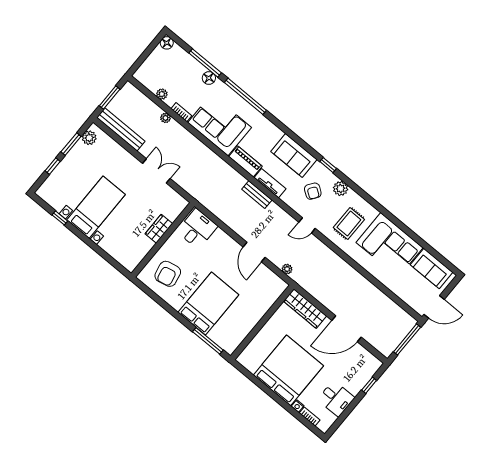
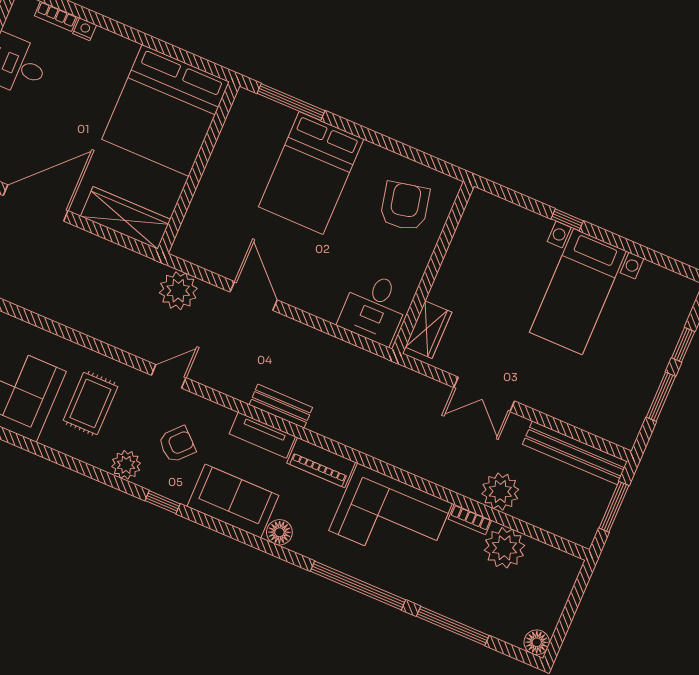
floor lamp: (209, 78) -> (279, 532), moved
plant: (162, 94) -> (505, 548), width x1.87, depth x1.87
plant: (165, 118) -> (500, 492), width x1.87, depth x1.87
plant: (89, 138) -> (630, 419), removed
armchair: (313, 191) -> (177, 444), turned 98
window: (60, 218) -> (567, 220), moved
wardrobe: (159, 229) -> (428, 330), moved
plant: (287, 269) -> (178, 291), width x1.88, depth x1.88
bed: (288, 370) -> (166, 110), moved

